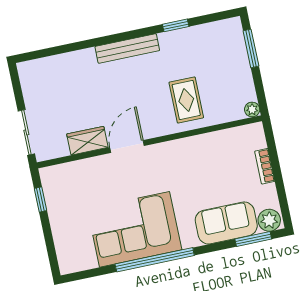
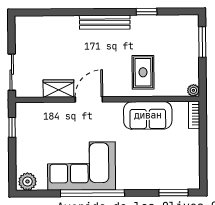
bookcase: (265, 166) -> (194, 115), moved
plant: (269, 220) -> (27, 182), moved
sofa: (226, 223) -> (148, 115), moved, turned 180

